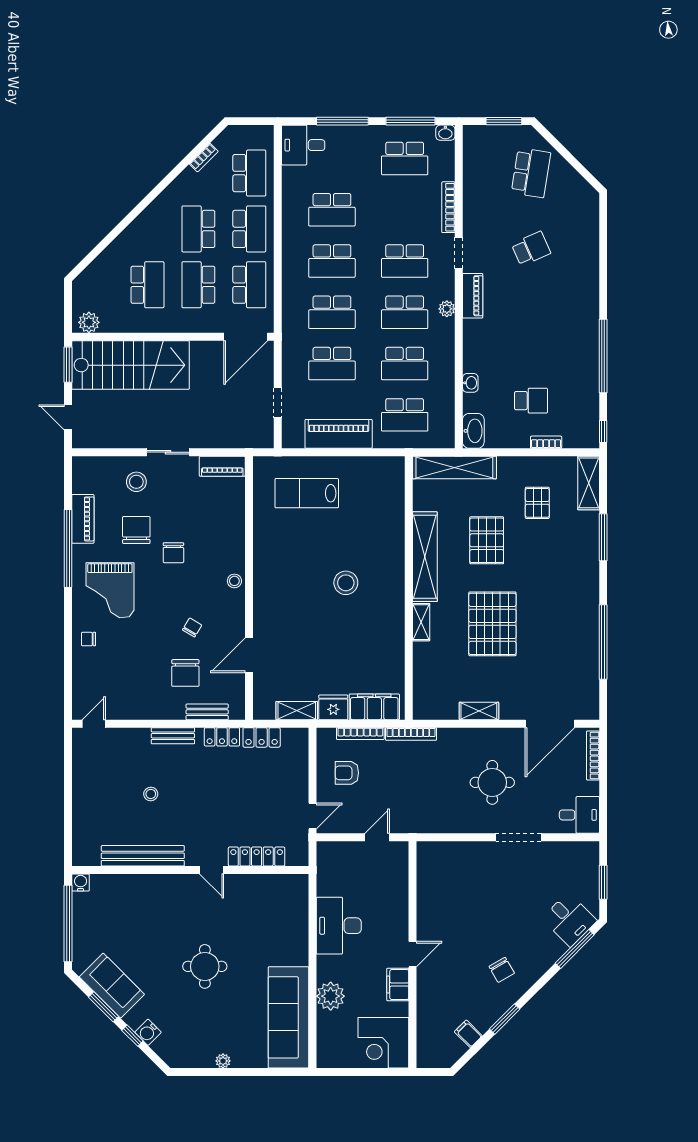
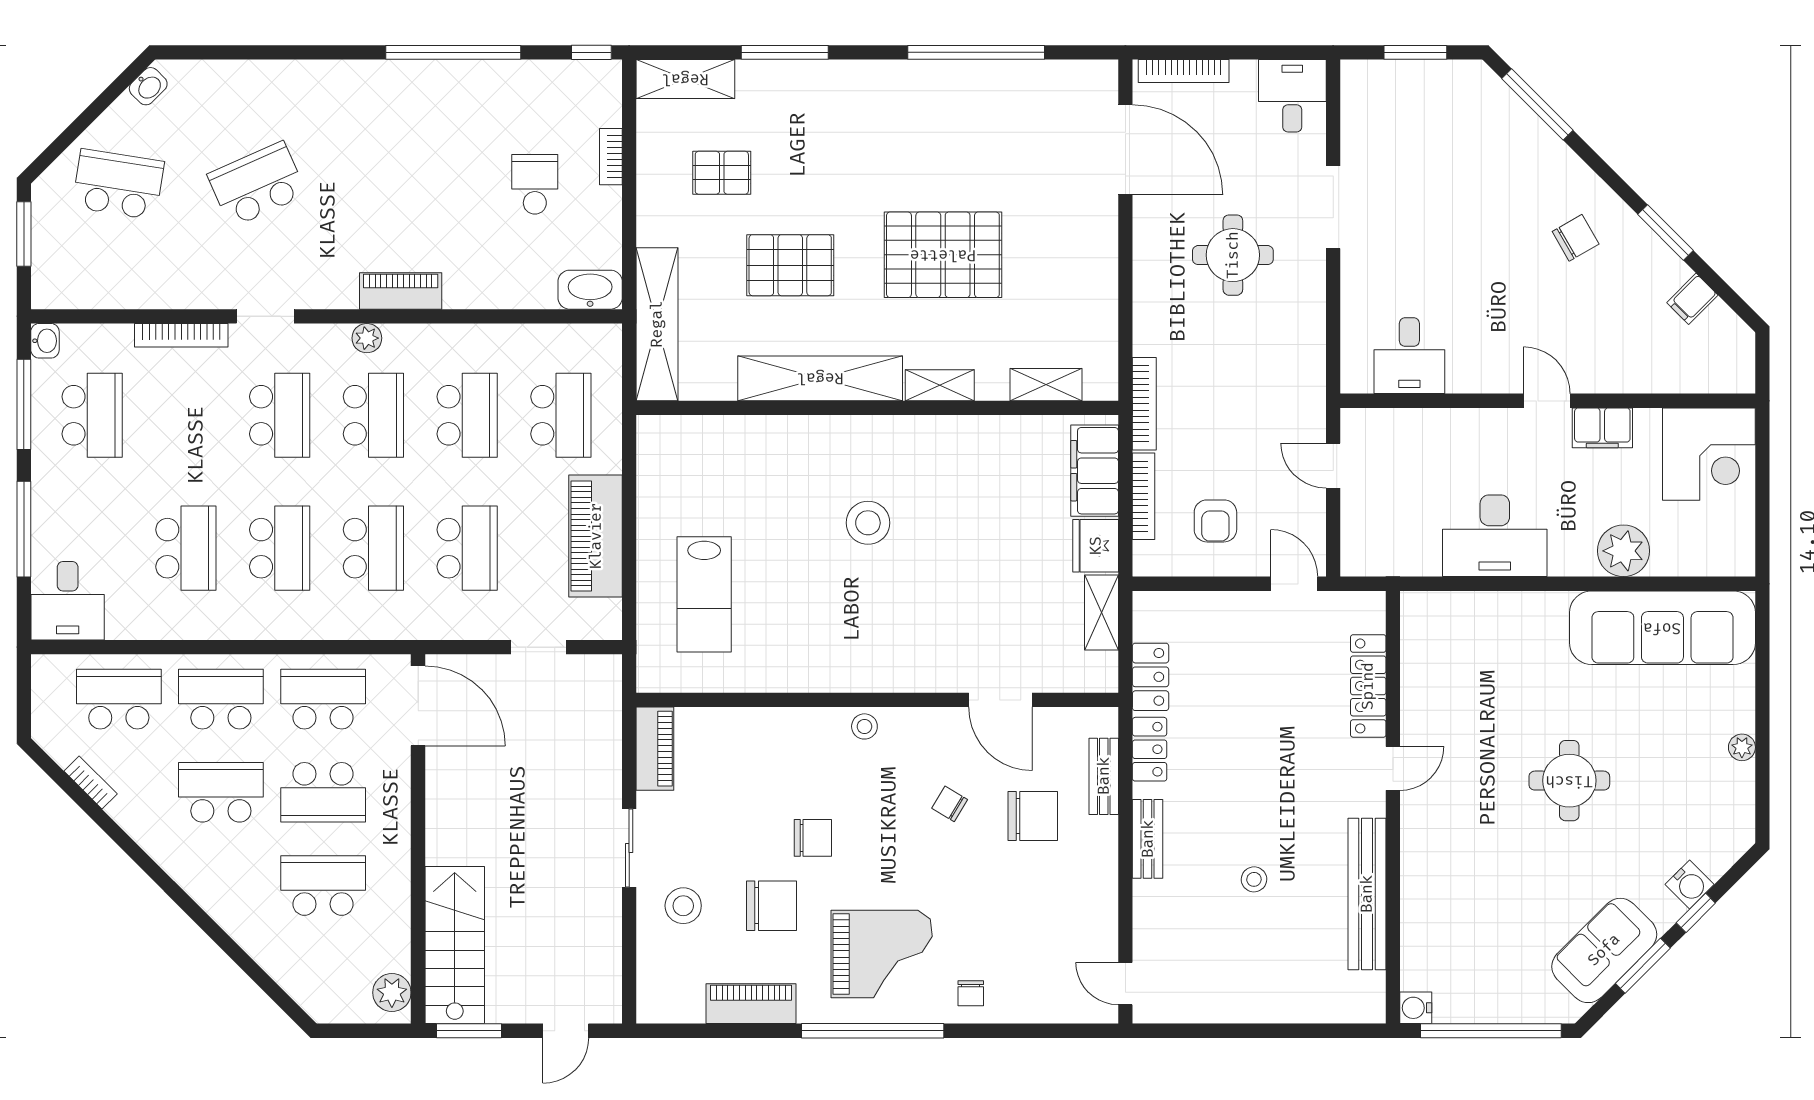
school desk: (198, 229) -> (221, 792), turned 180
school desk: (531, 249) -> (257, 184), width x1.85
piano: (473, 296) -> (401, 291), moved
stairs: (131, 365) -> (455, 945), width x0.73, depth x0.66
washbasin: (470, 383) -> (148, 86), moved, turned 135
chair: (136, 530) -> (771, 906), turned 180
window: (68, 548) -> (873, 1031), moved
shelving: (479, 711) -> (1046, 385), moved, turned 90
desk: (569, 919) -> (1409, 356), moved, turned 135

